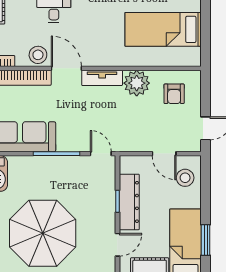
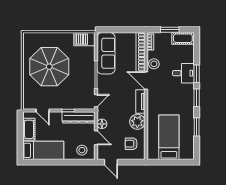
door: (66, 68) -> (146, 80), swing flipped
floor lamp: (140, 144) -> (102, 124), added
door: (164, 154) -> (96, 138), swing flipped
dresser: (129, 202) -> (79, 117), moved
window: (206, 240) -> (45, 162), removed

